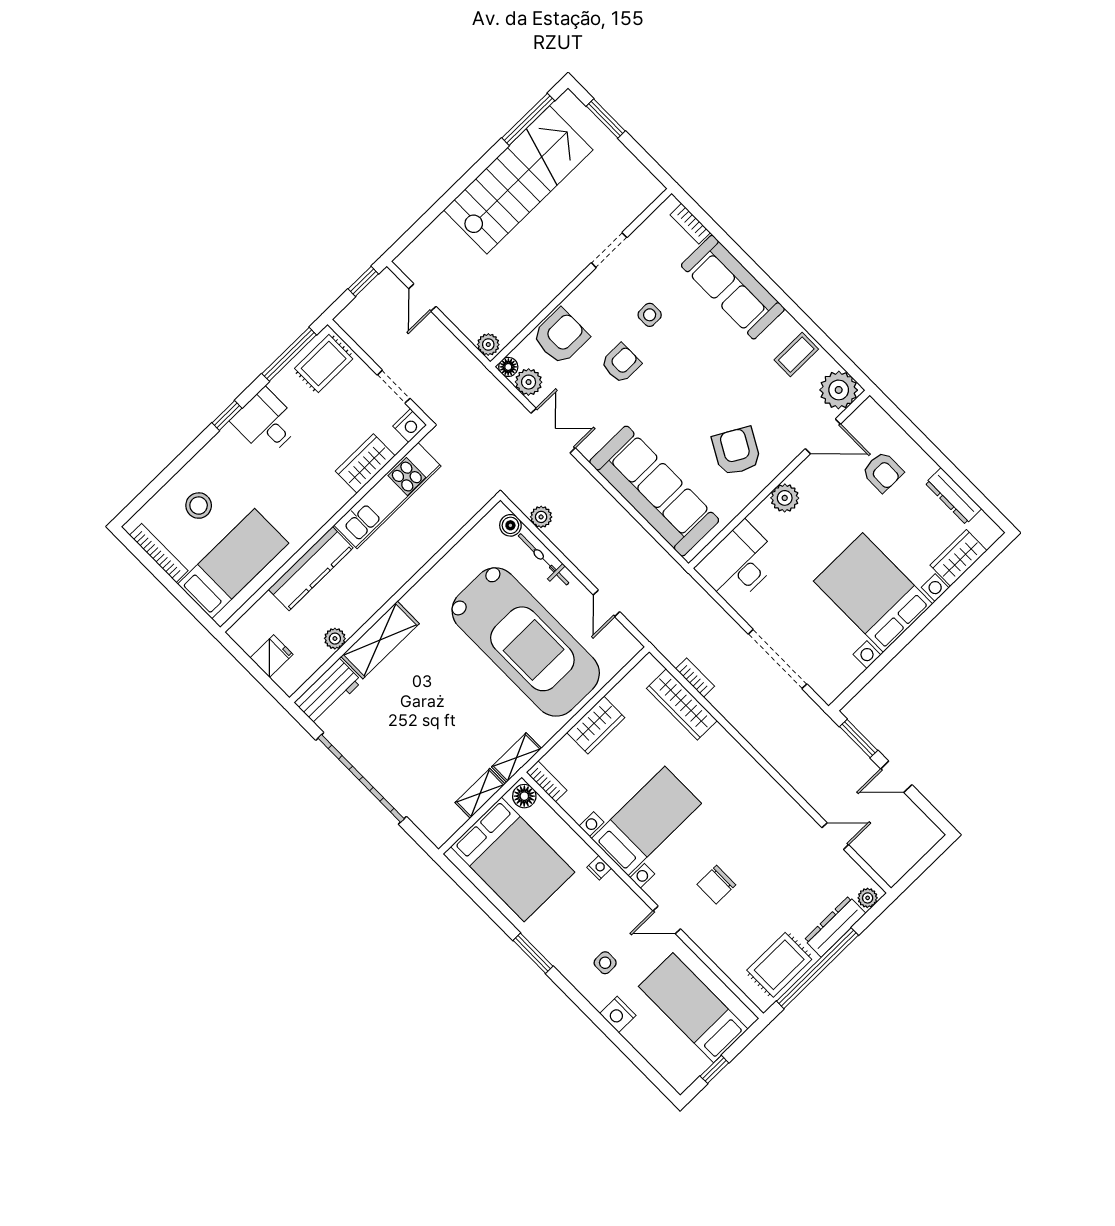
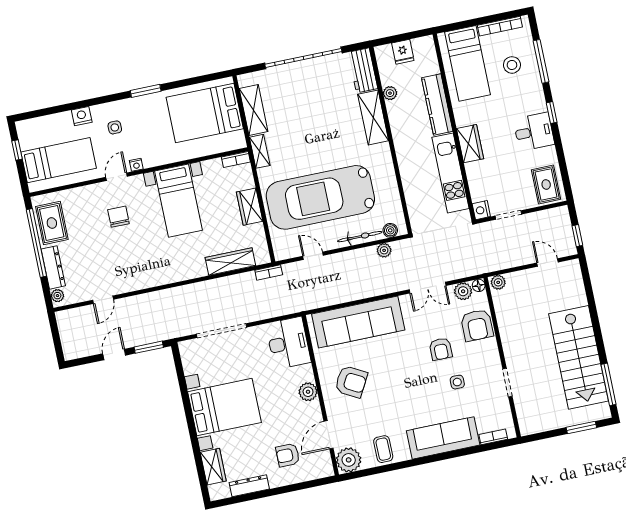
window: (289, 354) -> (541, 61), moved
wardrobe: (365, 464) -> (470, 144), moved
bookcase: (695, 678) -> (269, 273), moved
shelving: (480, 793) -> (254, 110), width x1.50, depth x1.33
floor lamp: (524, 796) -> (236, 142), removed
nightstand: (599, 868) -> (136, 165), moved

